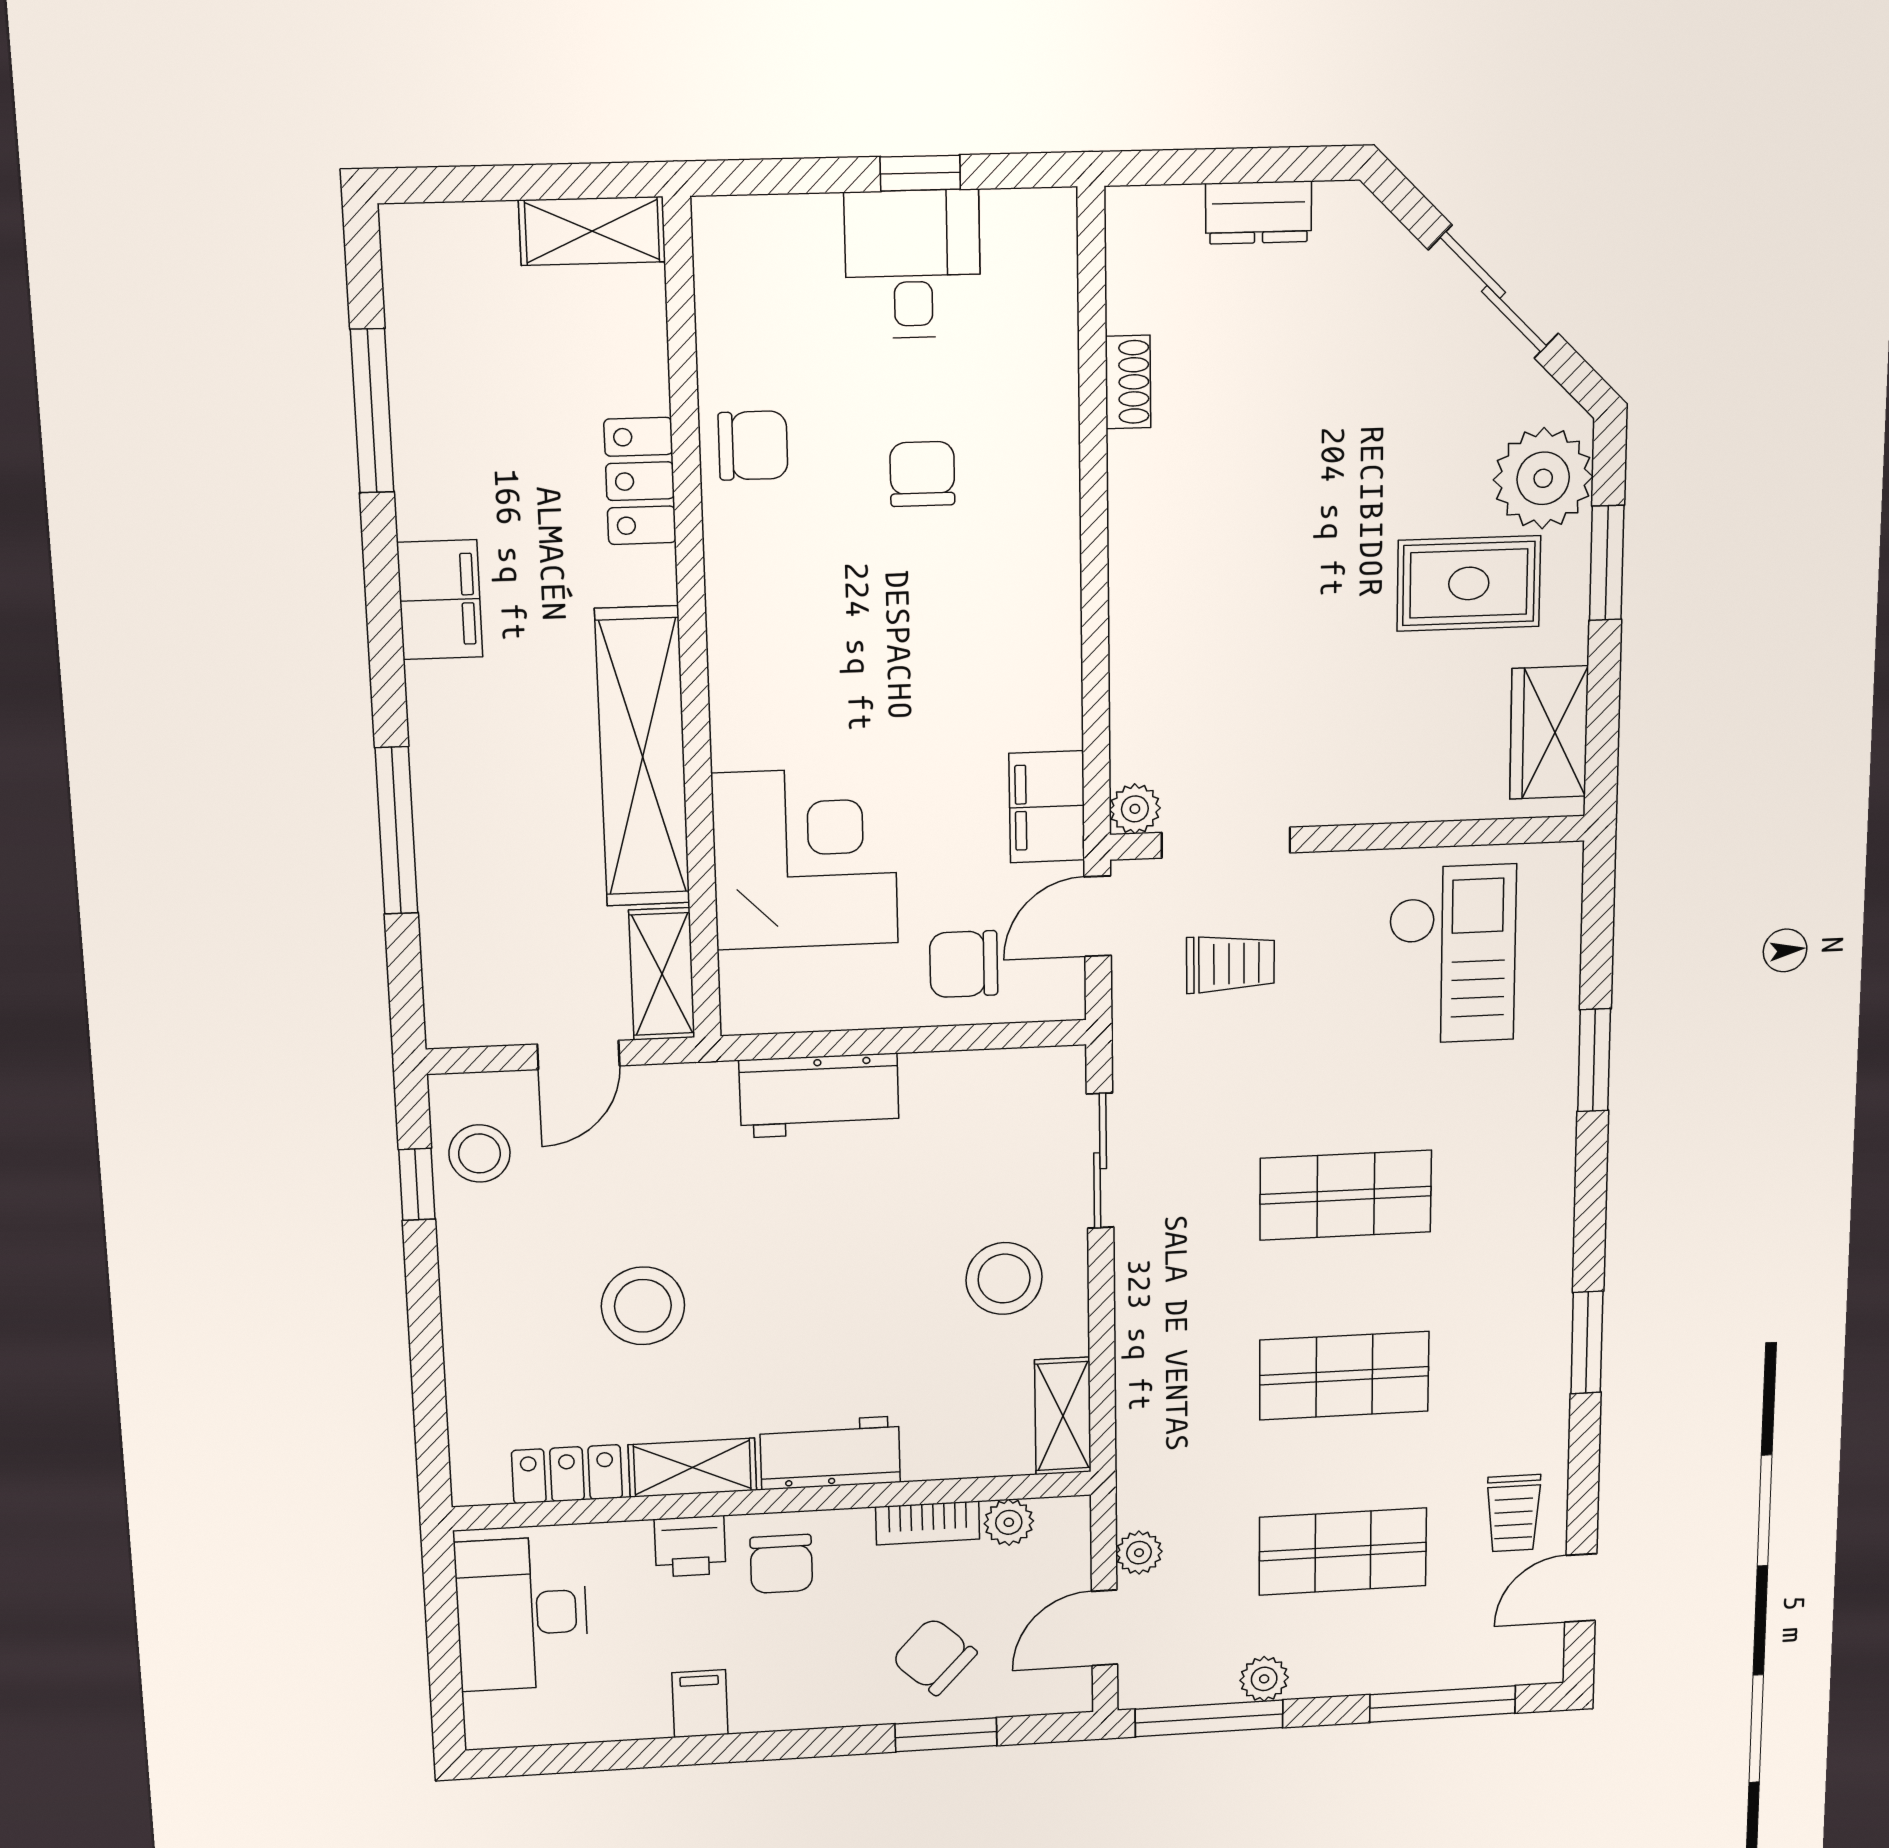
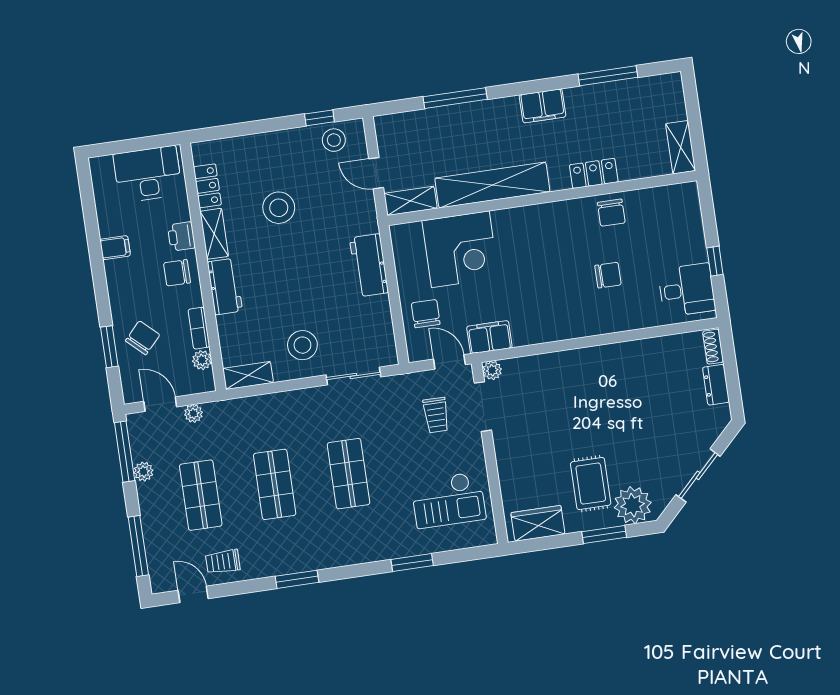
desk: (913, 264) -> (687, 290), moved
shoe rack: (1128, 382) -> (713, 347), moved, turned 90

